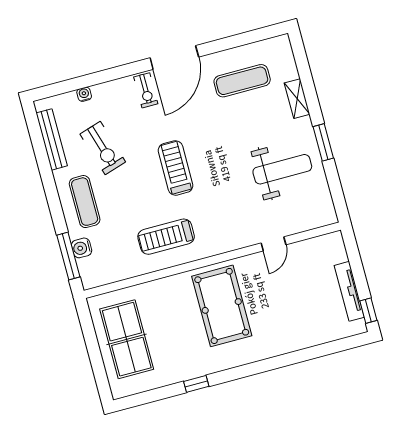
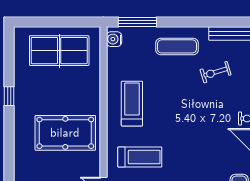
exercise bike: (103, 148) -> (216, 72), width x0.73, depth x0.72
treadmill: (176, 168) -> (140, 157), moved
water cooler: (82, 248) -> (114, 39), moved, turned -90

